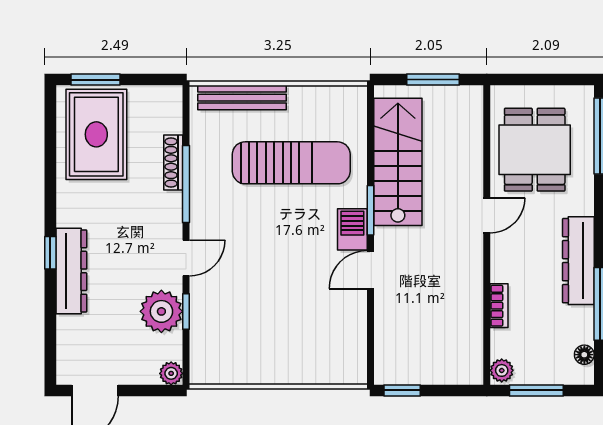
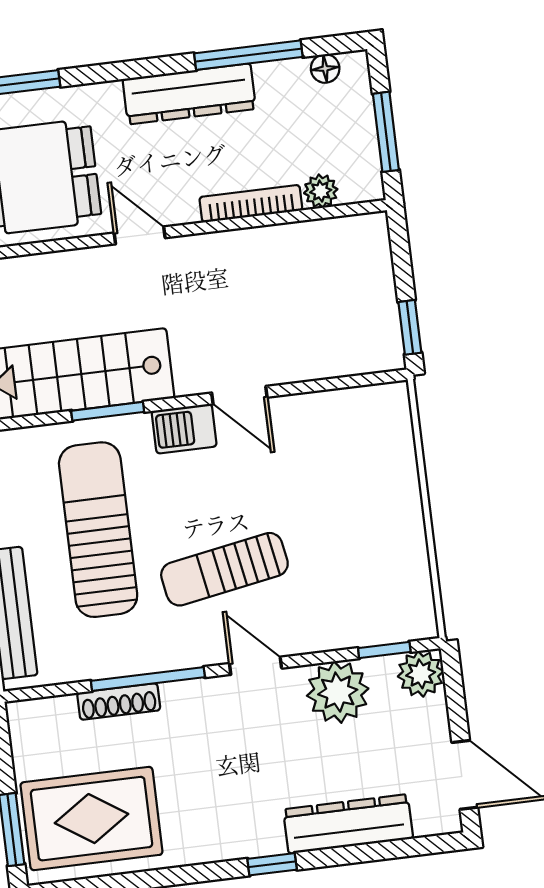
window: (370, 210) -> (108, 411), moved
sun lounger: (254, 245) -> (224, 569), added
dresser: (71, 271) -> (348, 824), moved
bookcase: (499, 306) -> (251, 204), width x1.56
window: (186, 312) -> (384, 650), moved
plant: (502, 370) -> (321, 191), moved
plant: (171, 373) -> (421, 674), width x1.38, depth x1.38

